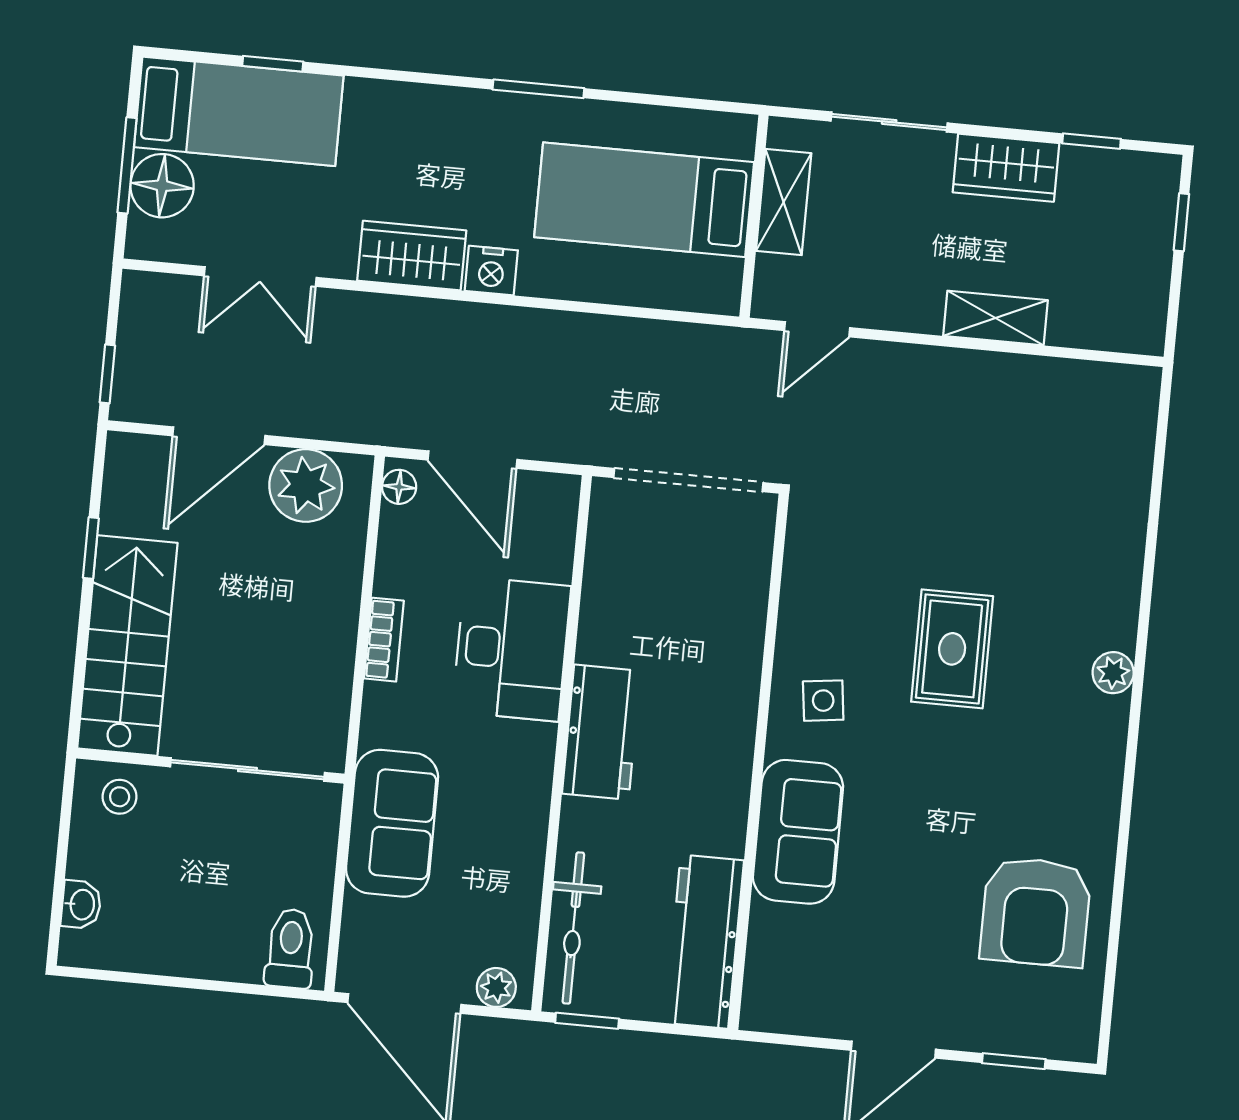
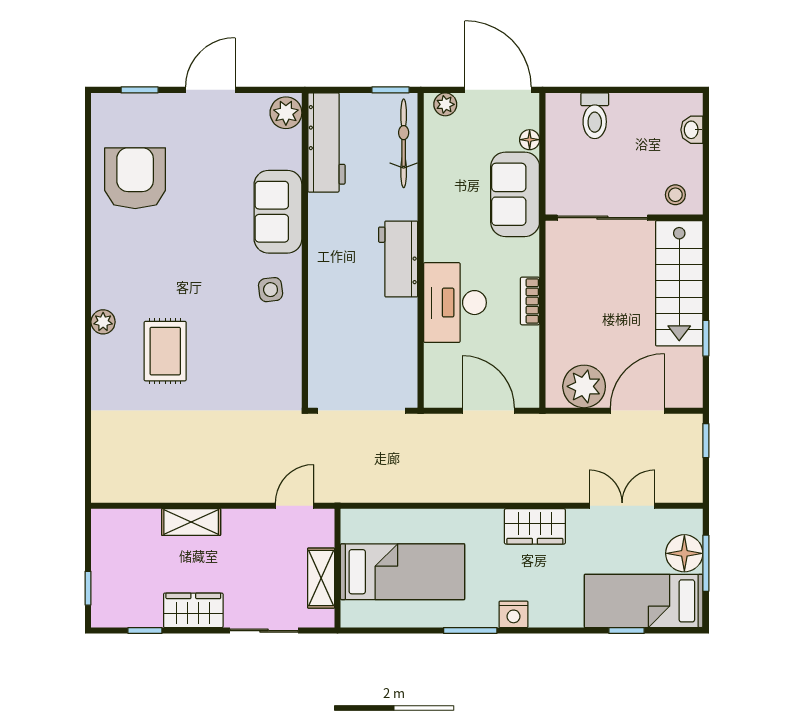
nightstand: (491, 271) -> (514, 614), moved, turned 180
floor lamp: (399, 487) -> (530, 140), moved
rug: (952, 649) -> (165, 351), moved
toilet: (290, 948) -> (595, 116), moved
plant: (769, 999) -> (286, 113), added

